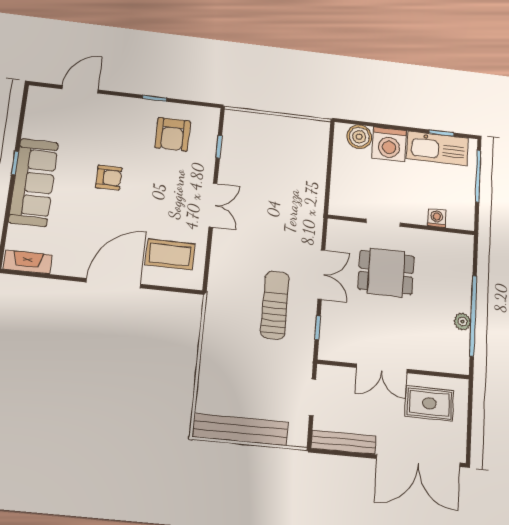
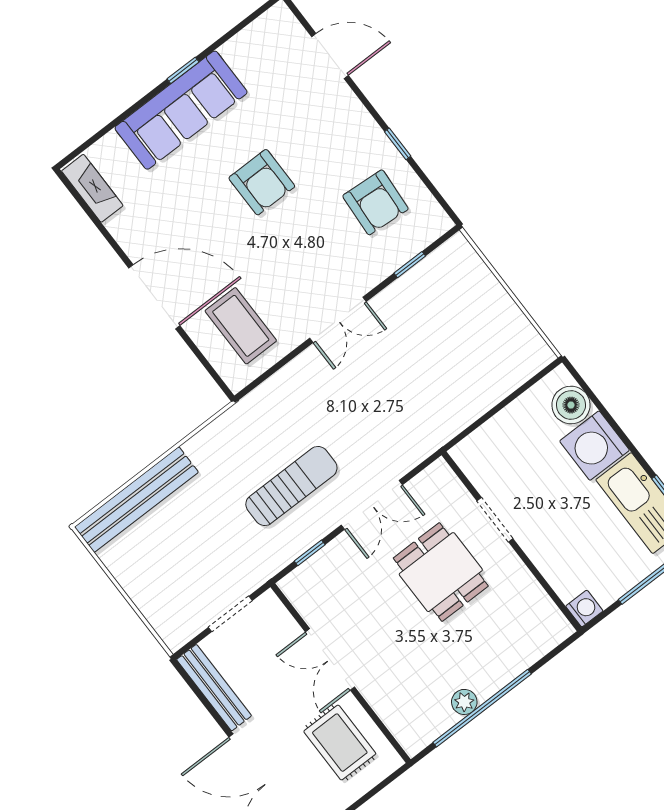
armchair: (173, 134) -> (375, 202), turned -86
armchair: (109, 178) -> (262, 182), width x1.38, depth x1.38
washing machine: (437, 218) -> (584, 609), moved
bench: (240, 429) -> (136, 500), moved, turned 90

